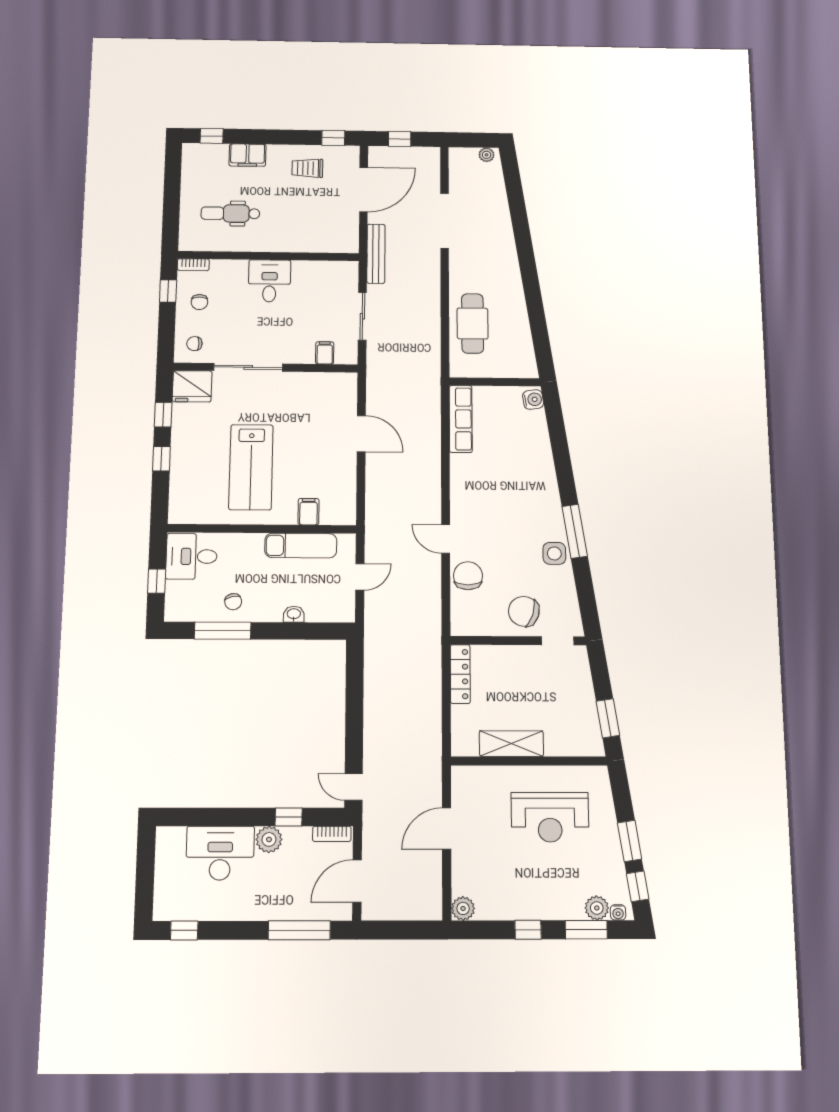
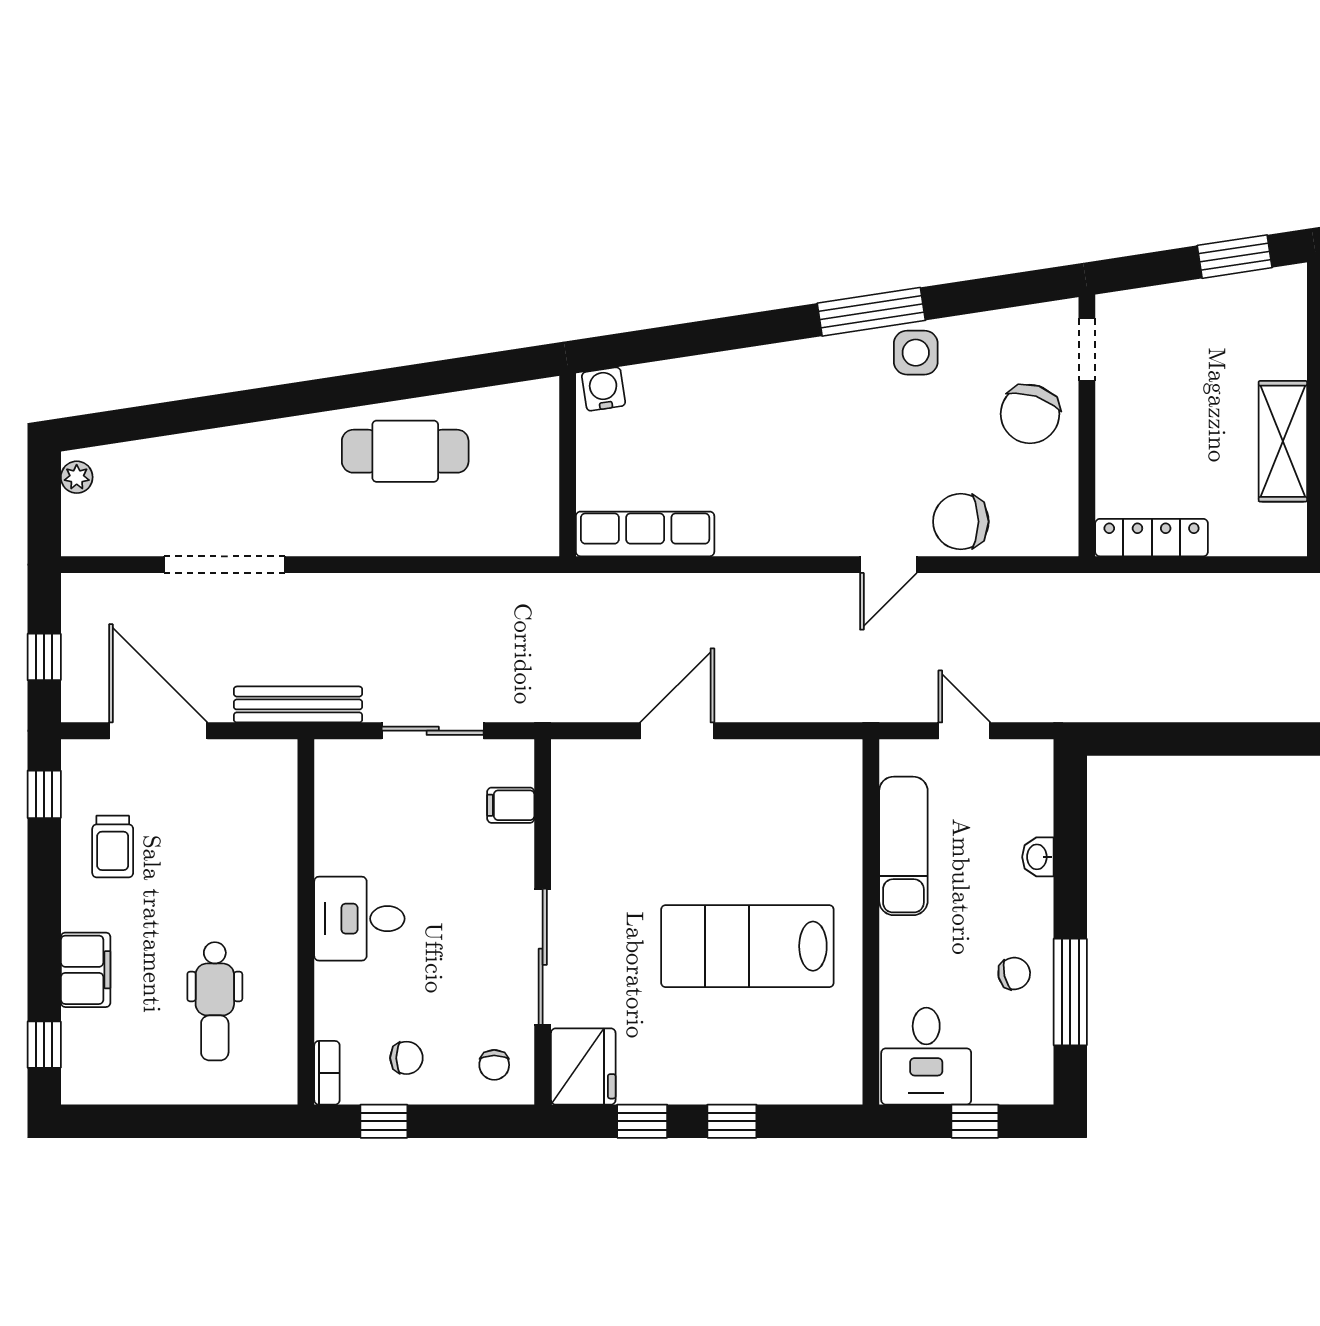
cafe table: (473, 323) -> (405, 451), moved
lab bench: (251, 467) -> (747, 946), turned 180
filing cabinet: (308, 512) -> (836, 832), removed

